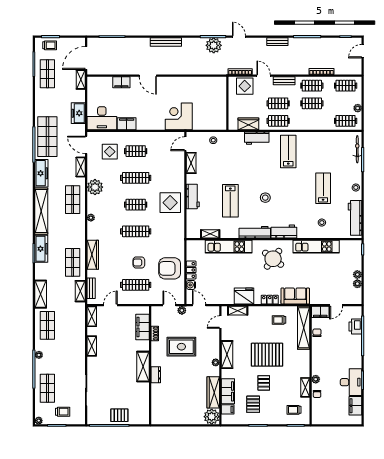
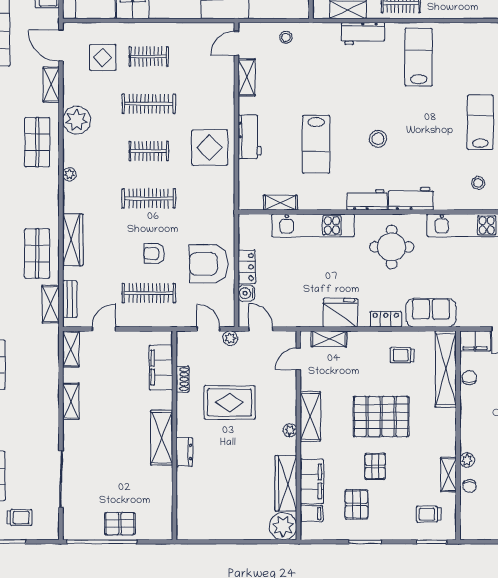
workbench: (255, 232) -> (367, 200), width x0.73
round table: (273, 259) -> (392, 247), turned -37

